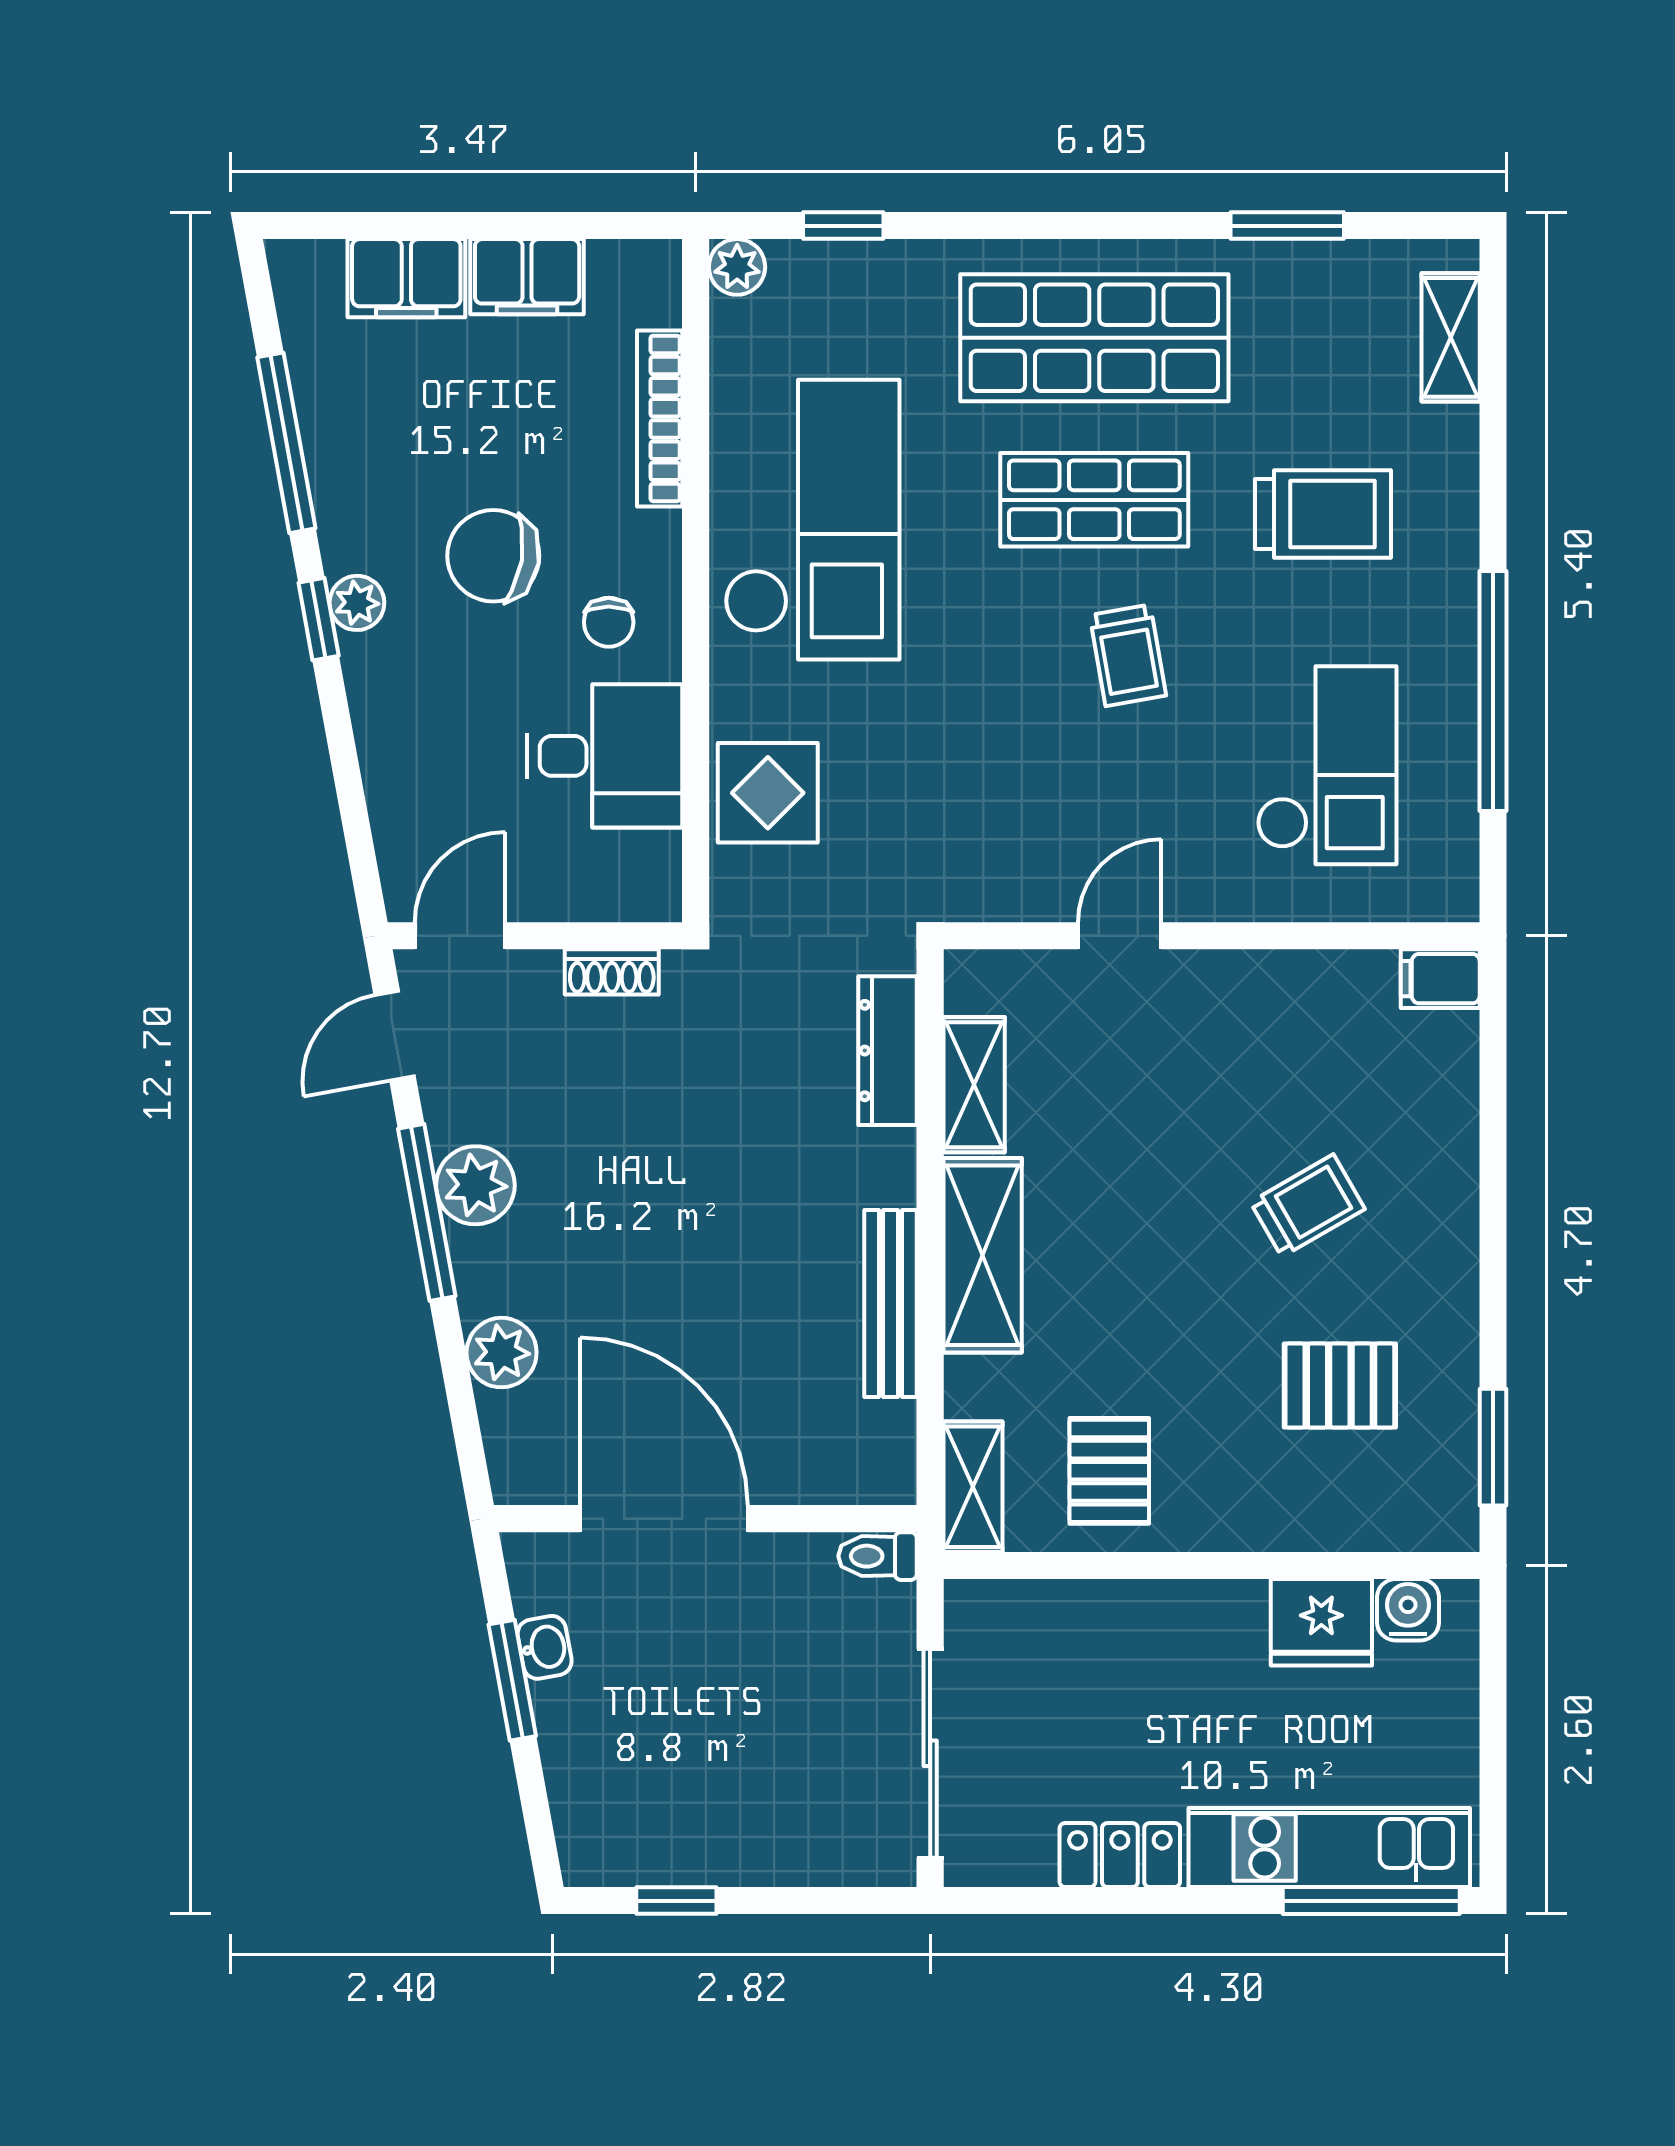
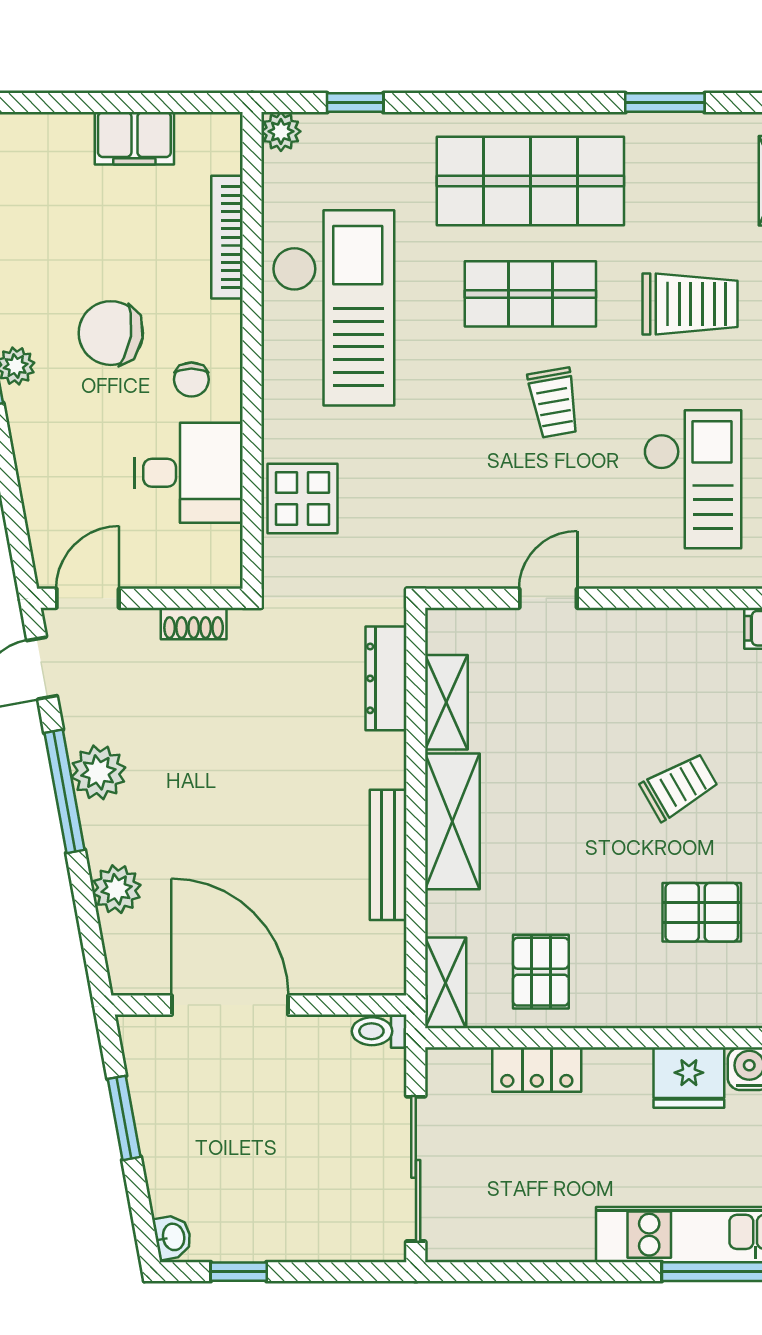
filing cabinet: (406, 278) -> (50, 139), removed
washbasin: (545, 1647) -> (173, 1237), moved
locker: (1120, 1855) -> (537, 1070), moved, turned 180

